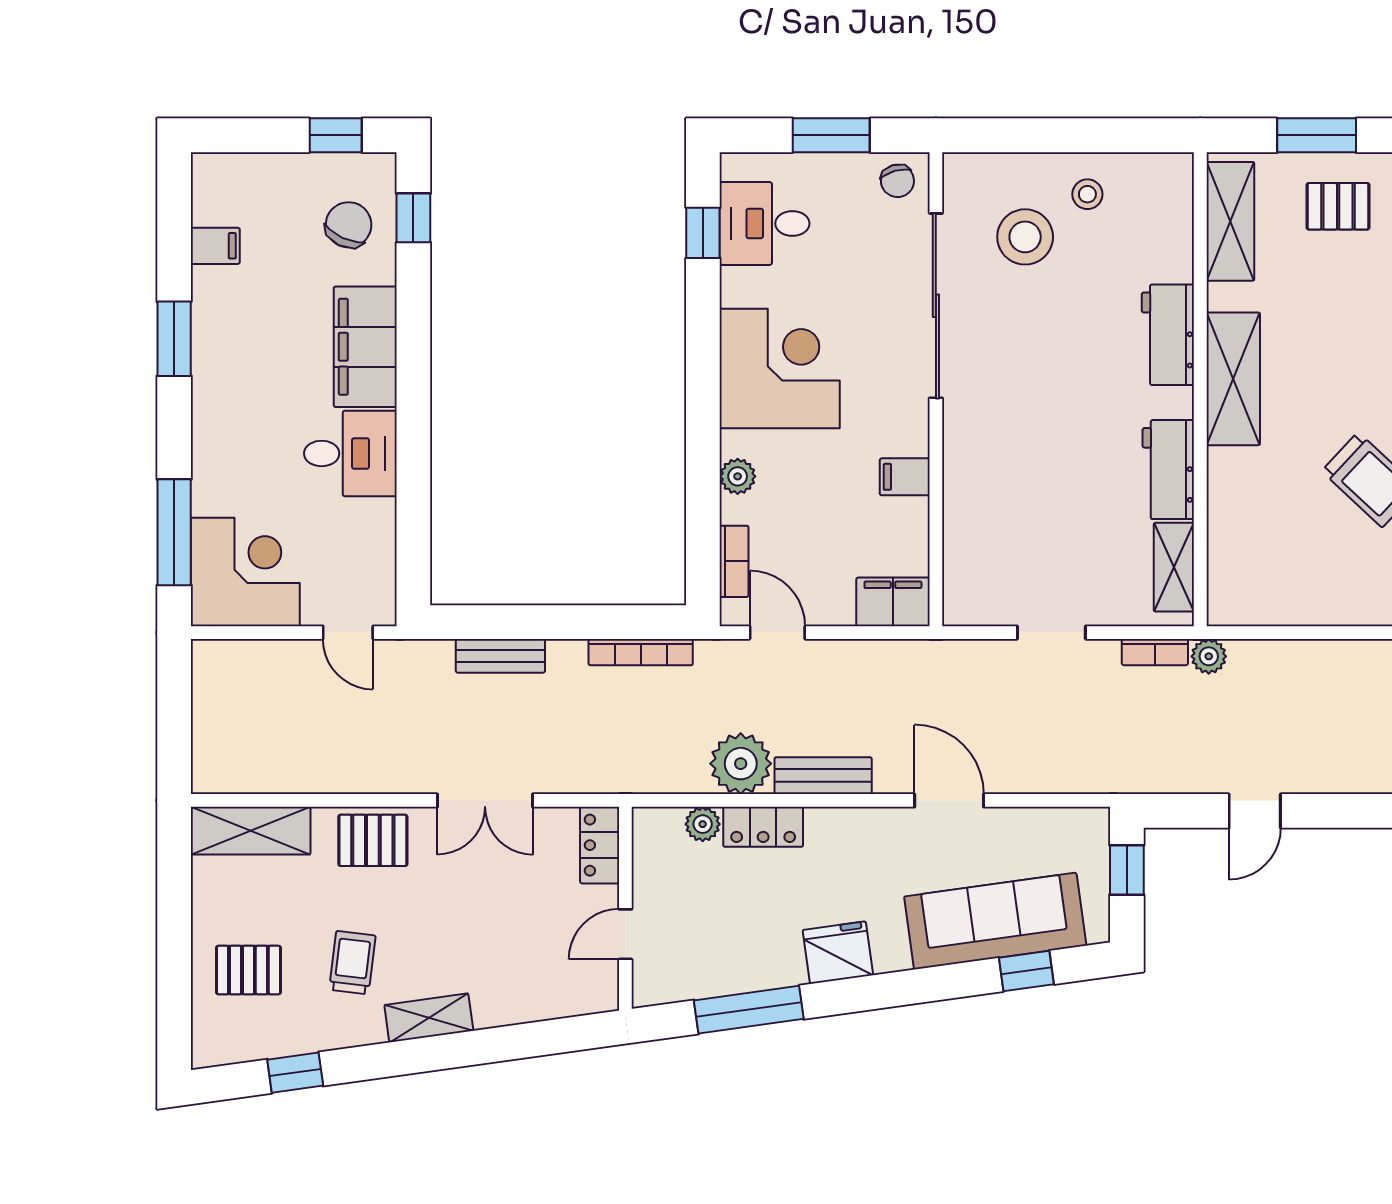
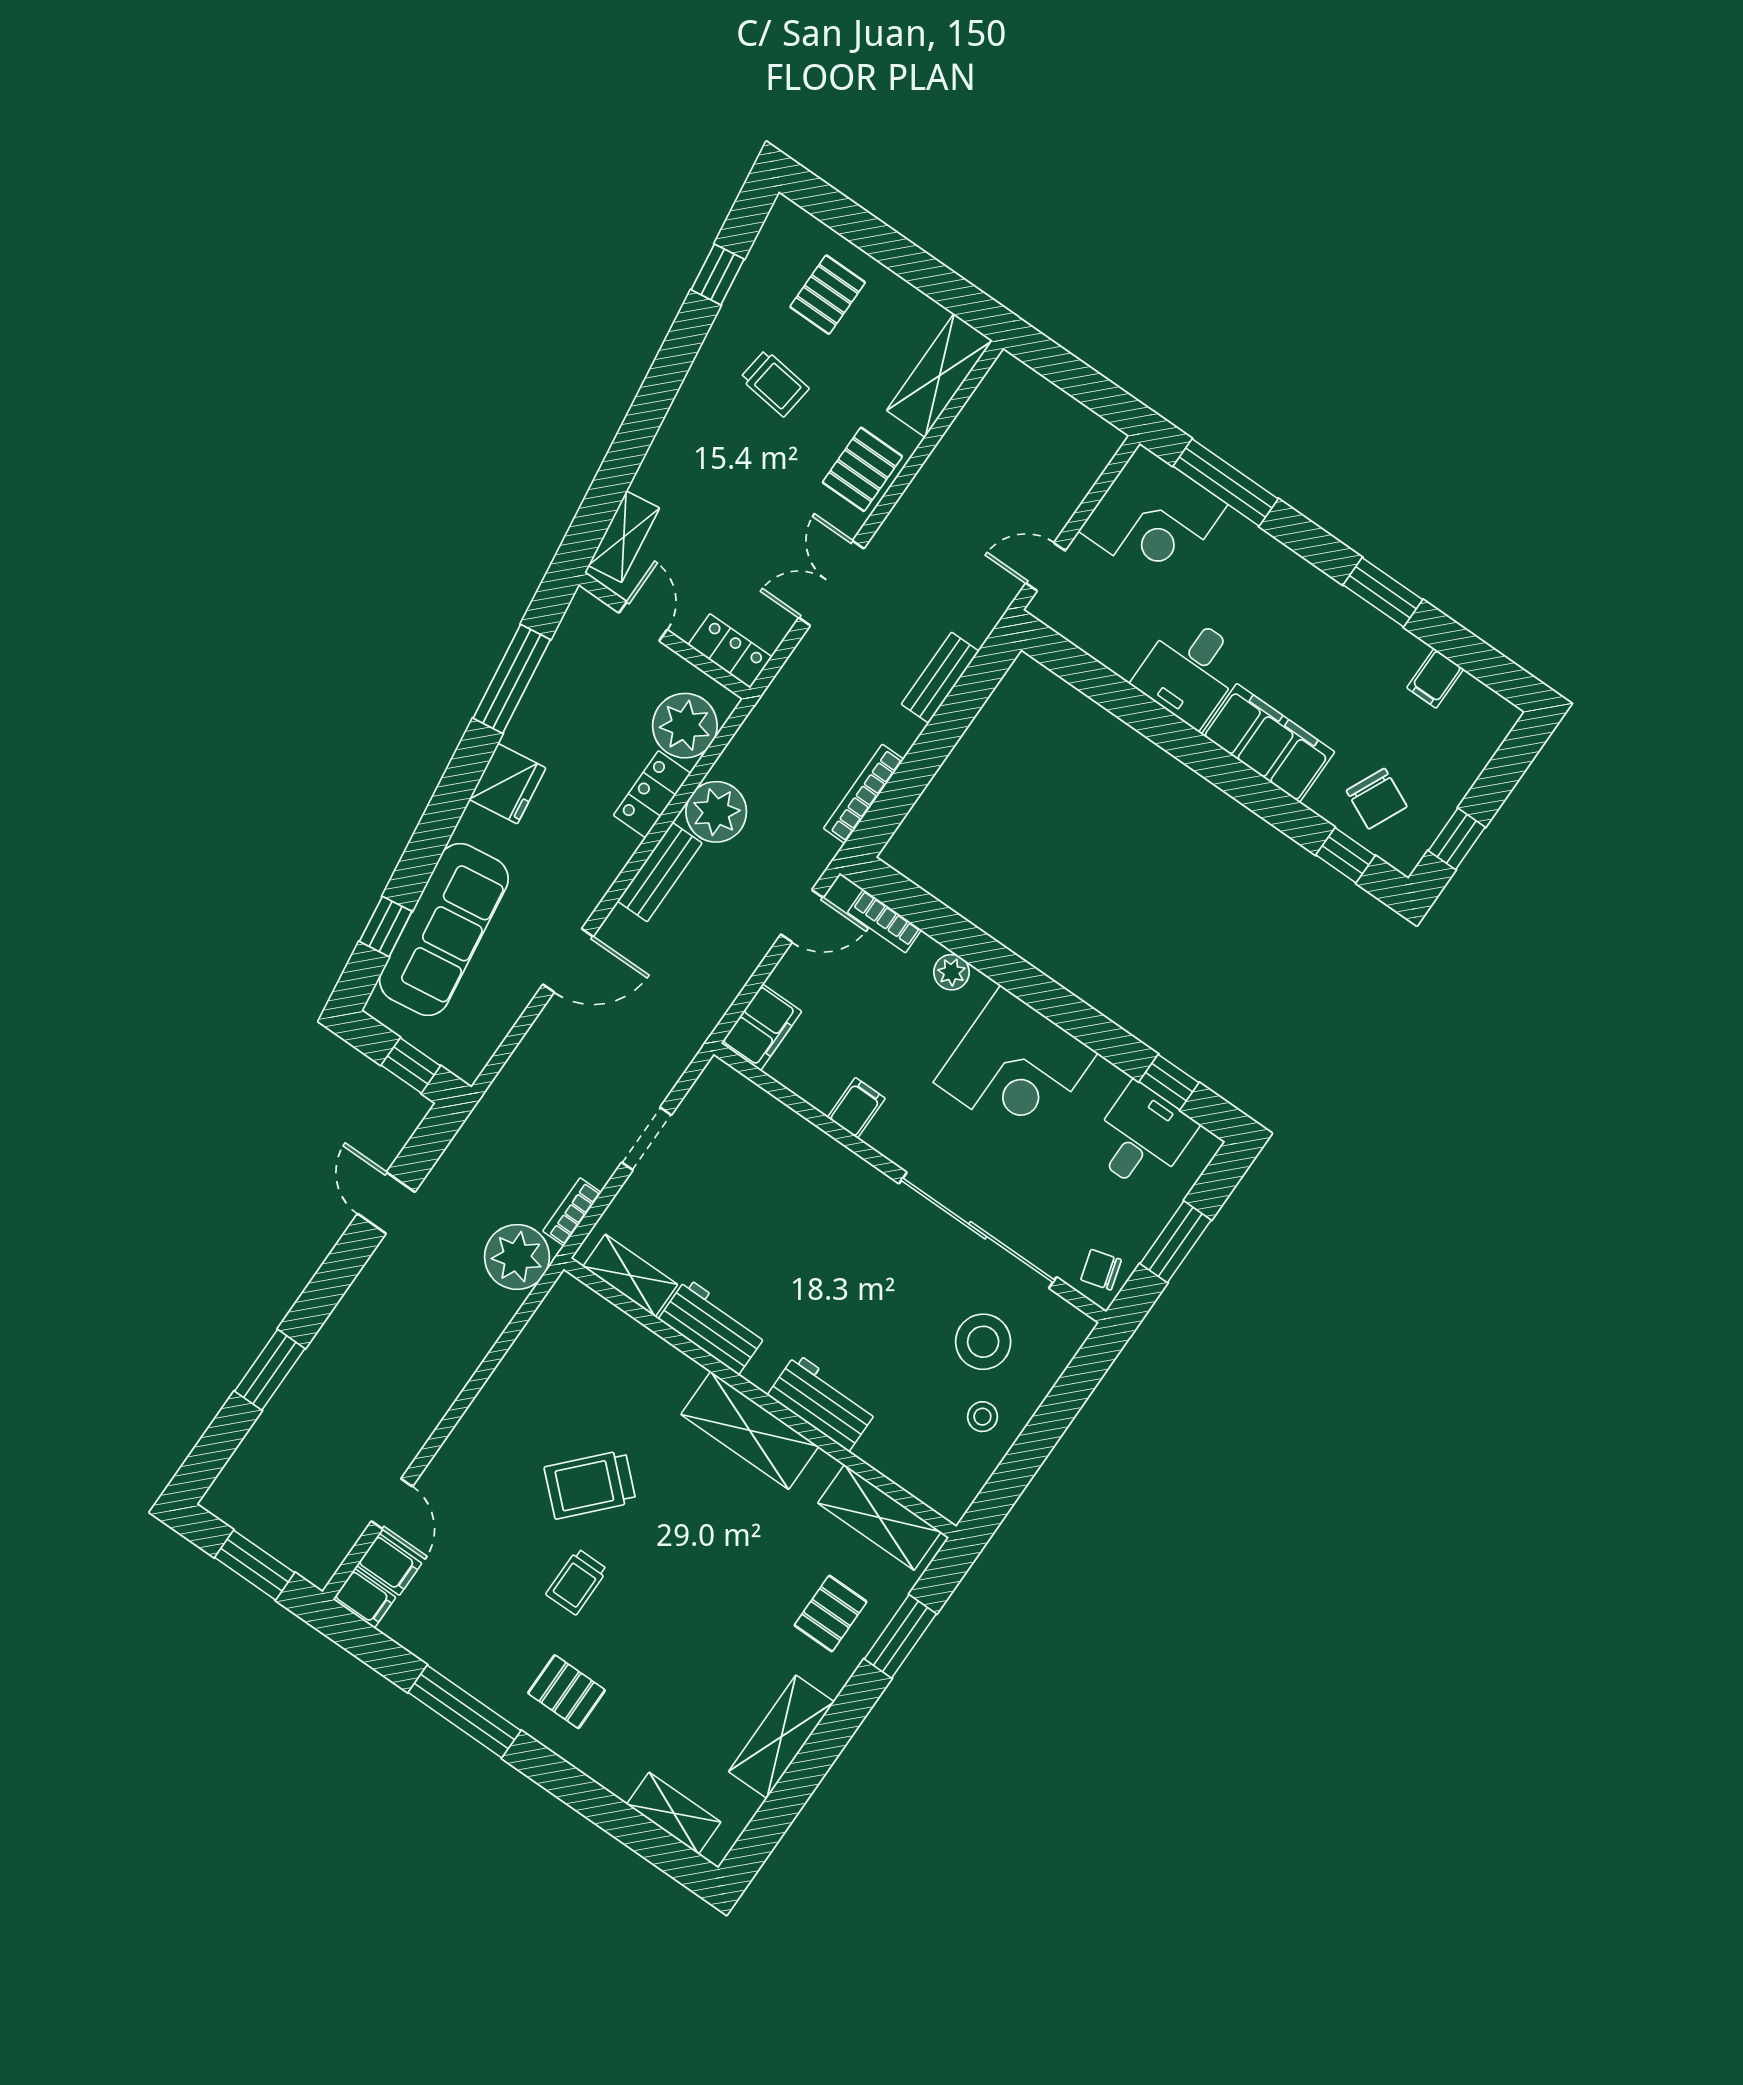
plant: (1209, 656) -> (517, 1257), width x1.88, depth x1.88
plant: (703, 824) -> (685, 726), width x1.87, depth x1.87
shelving: (429, 1018) -> (624, 537), moved

